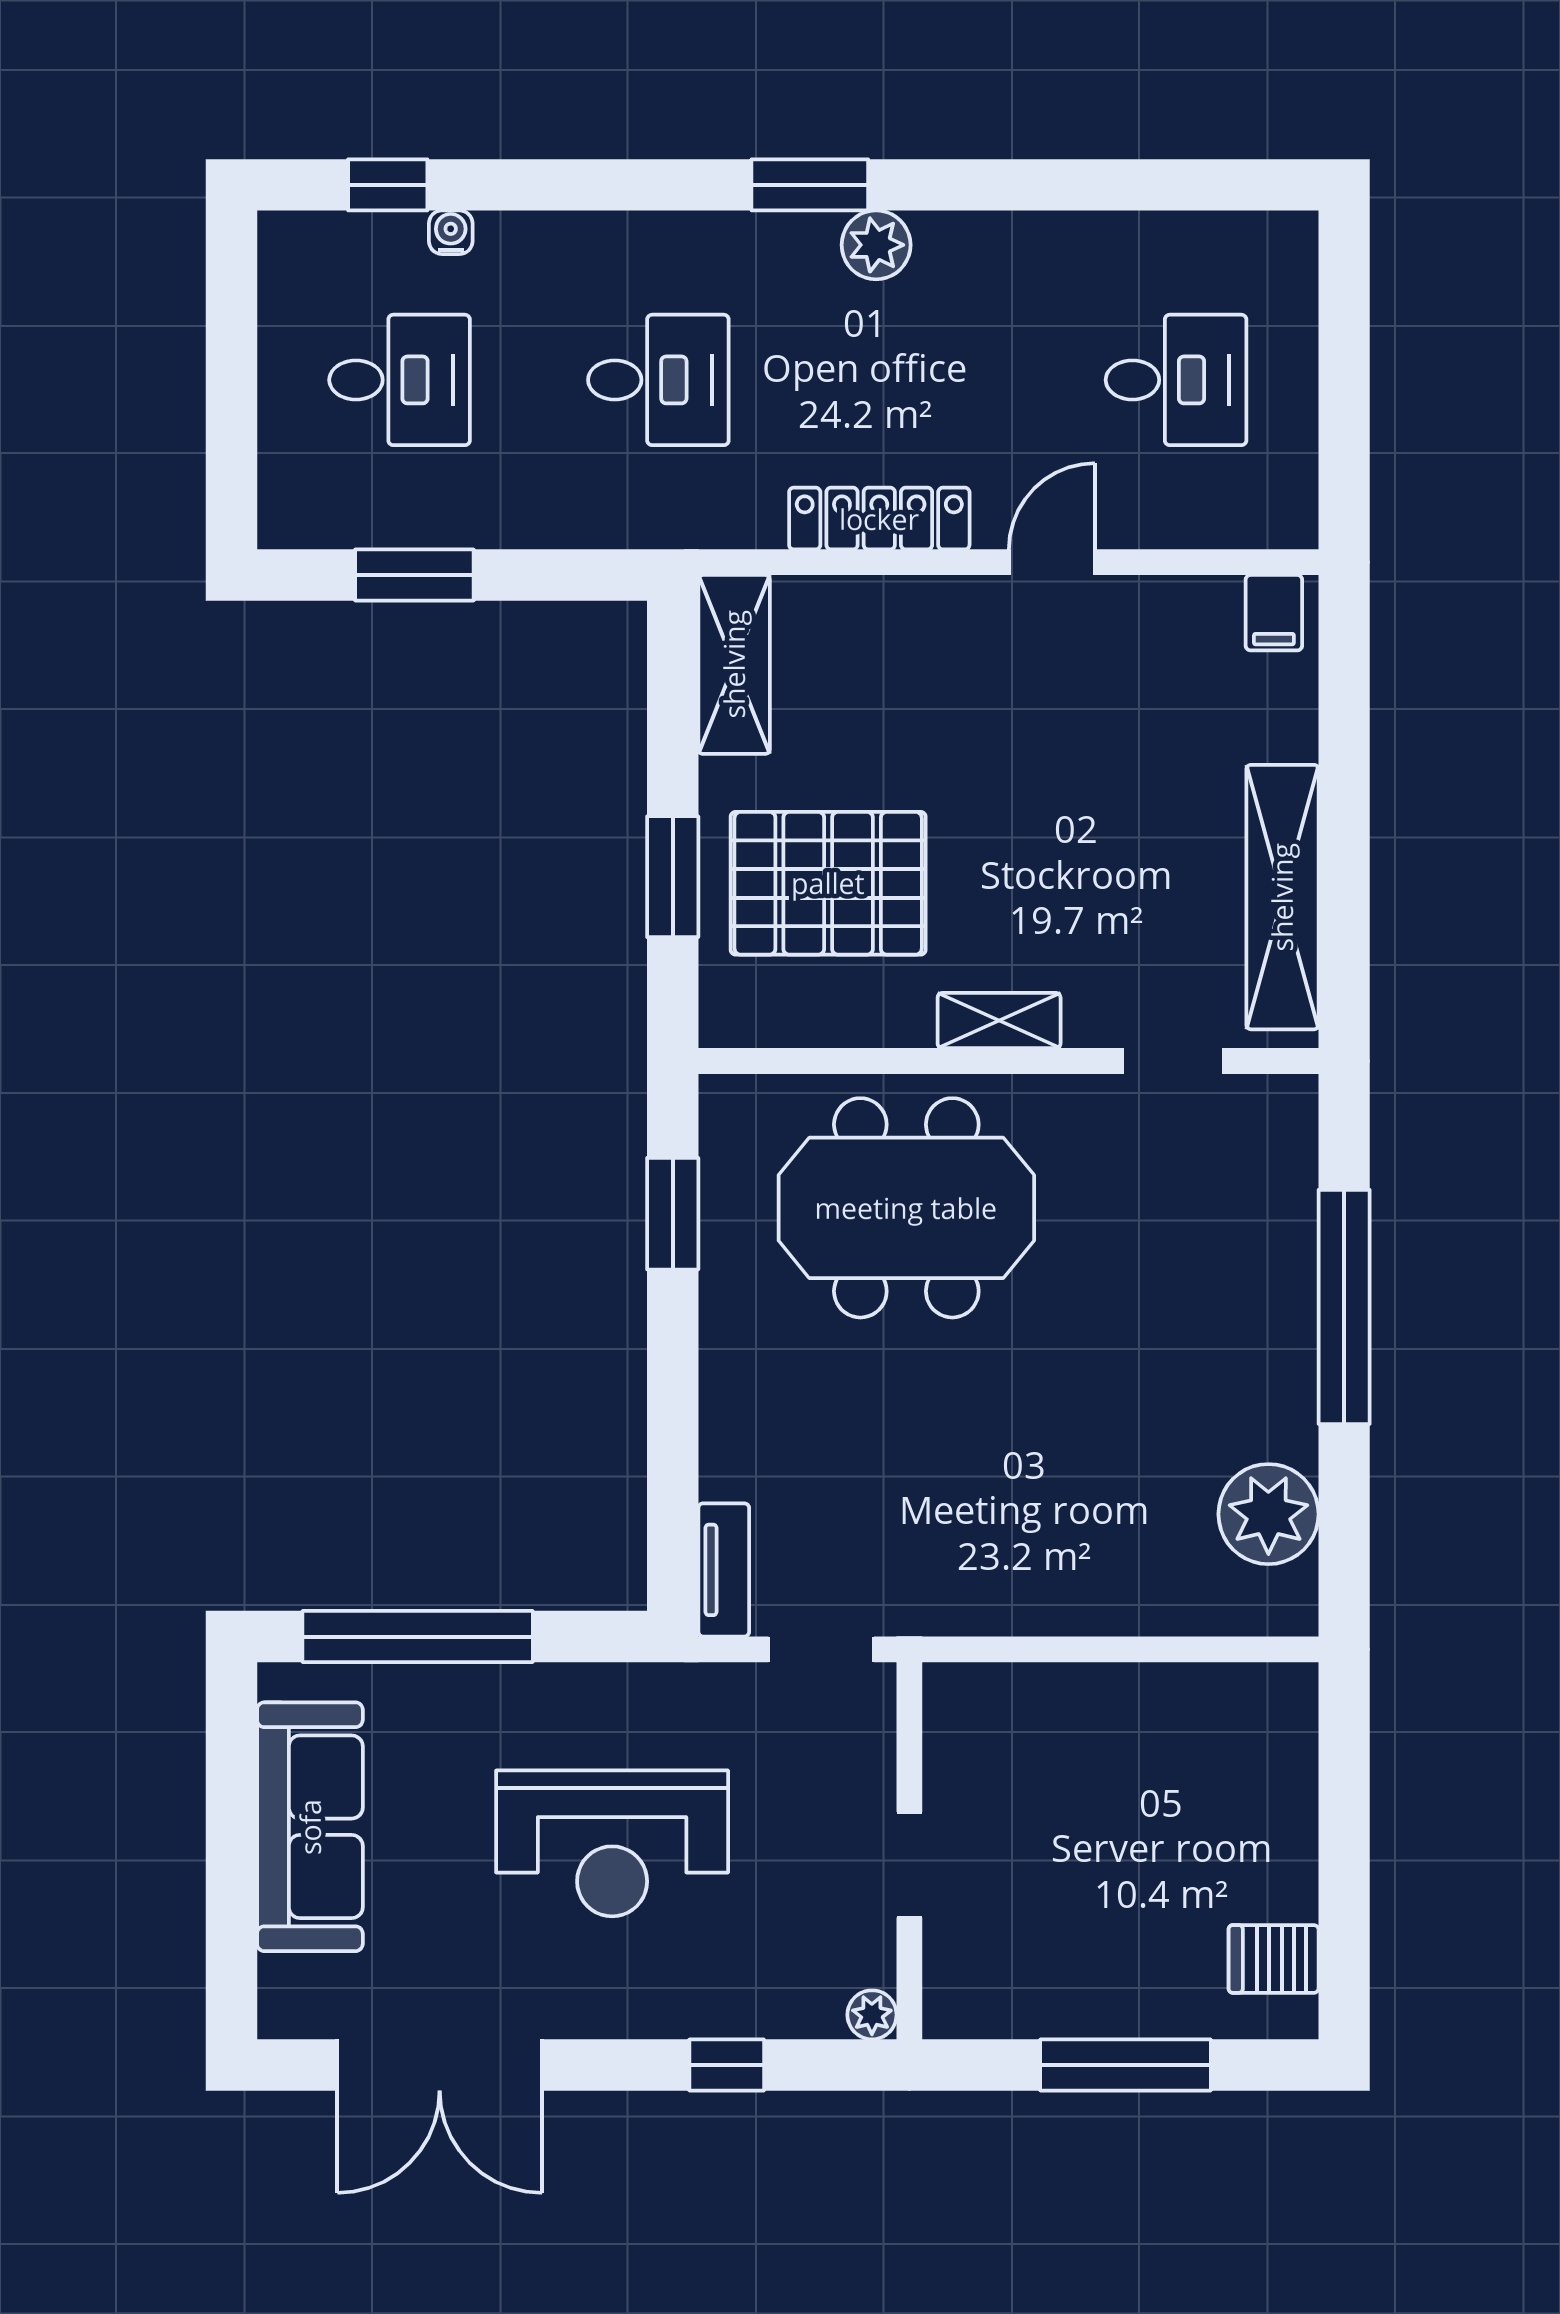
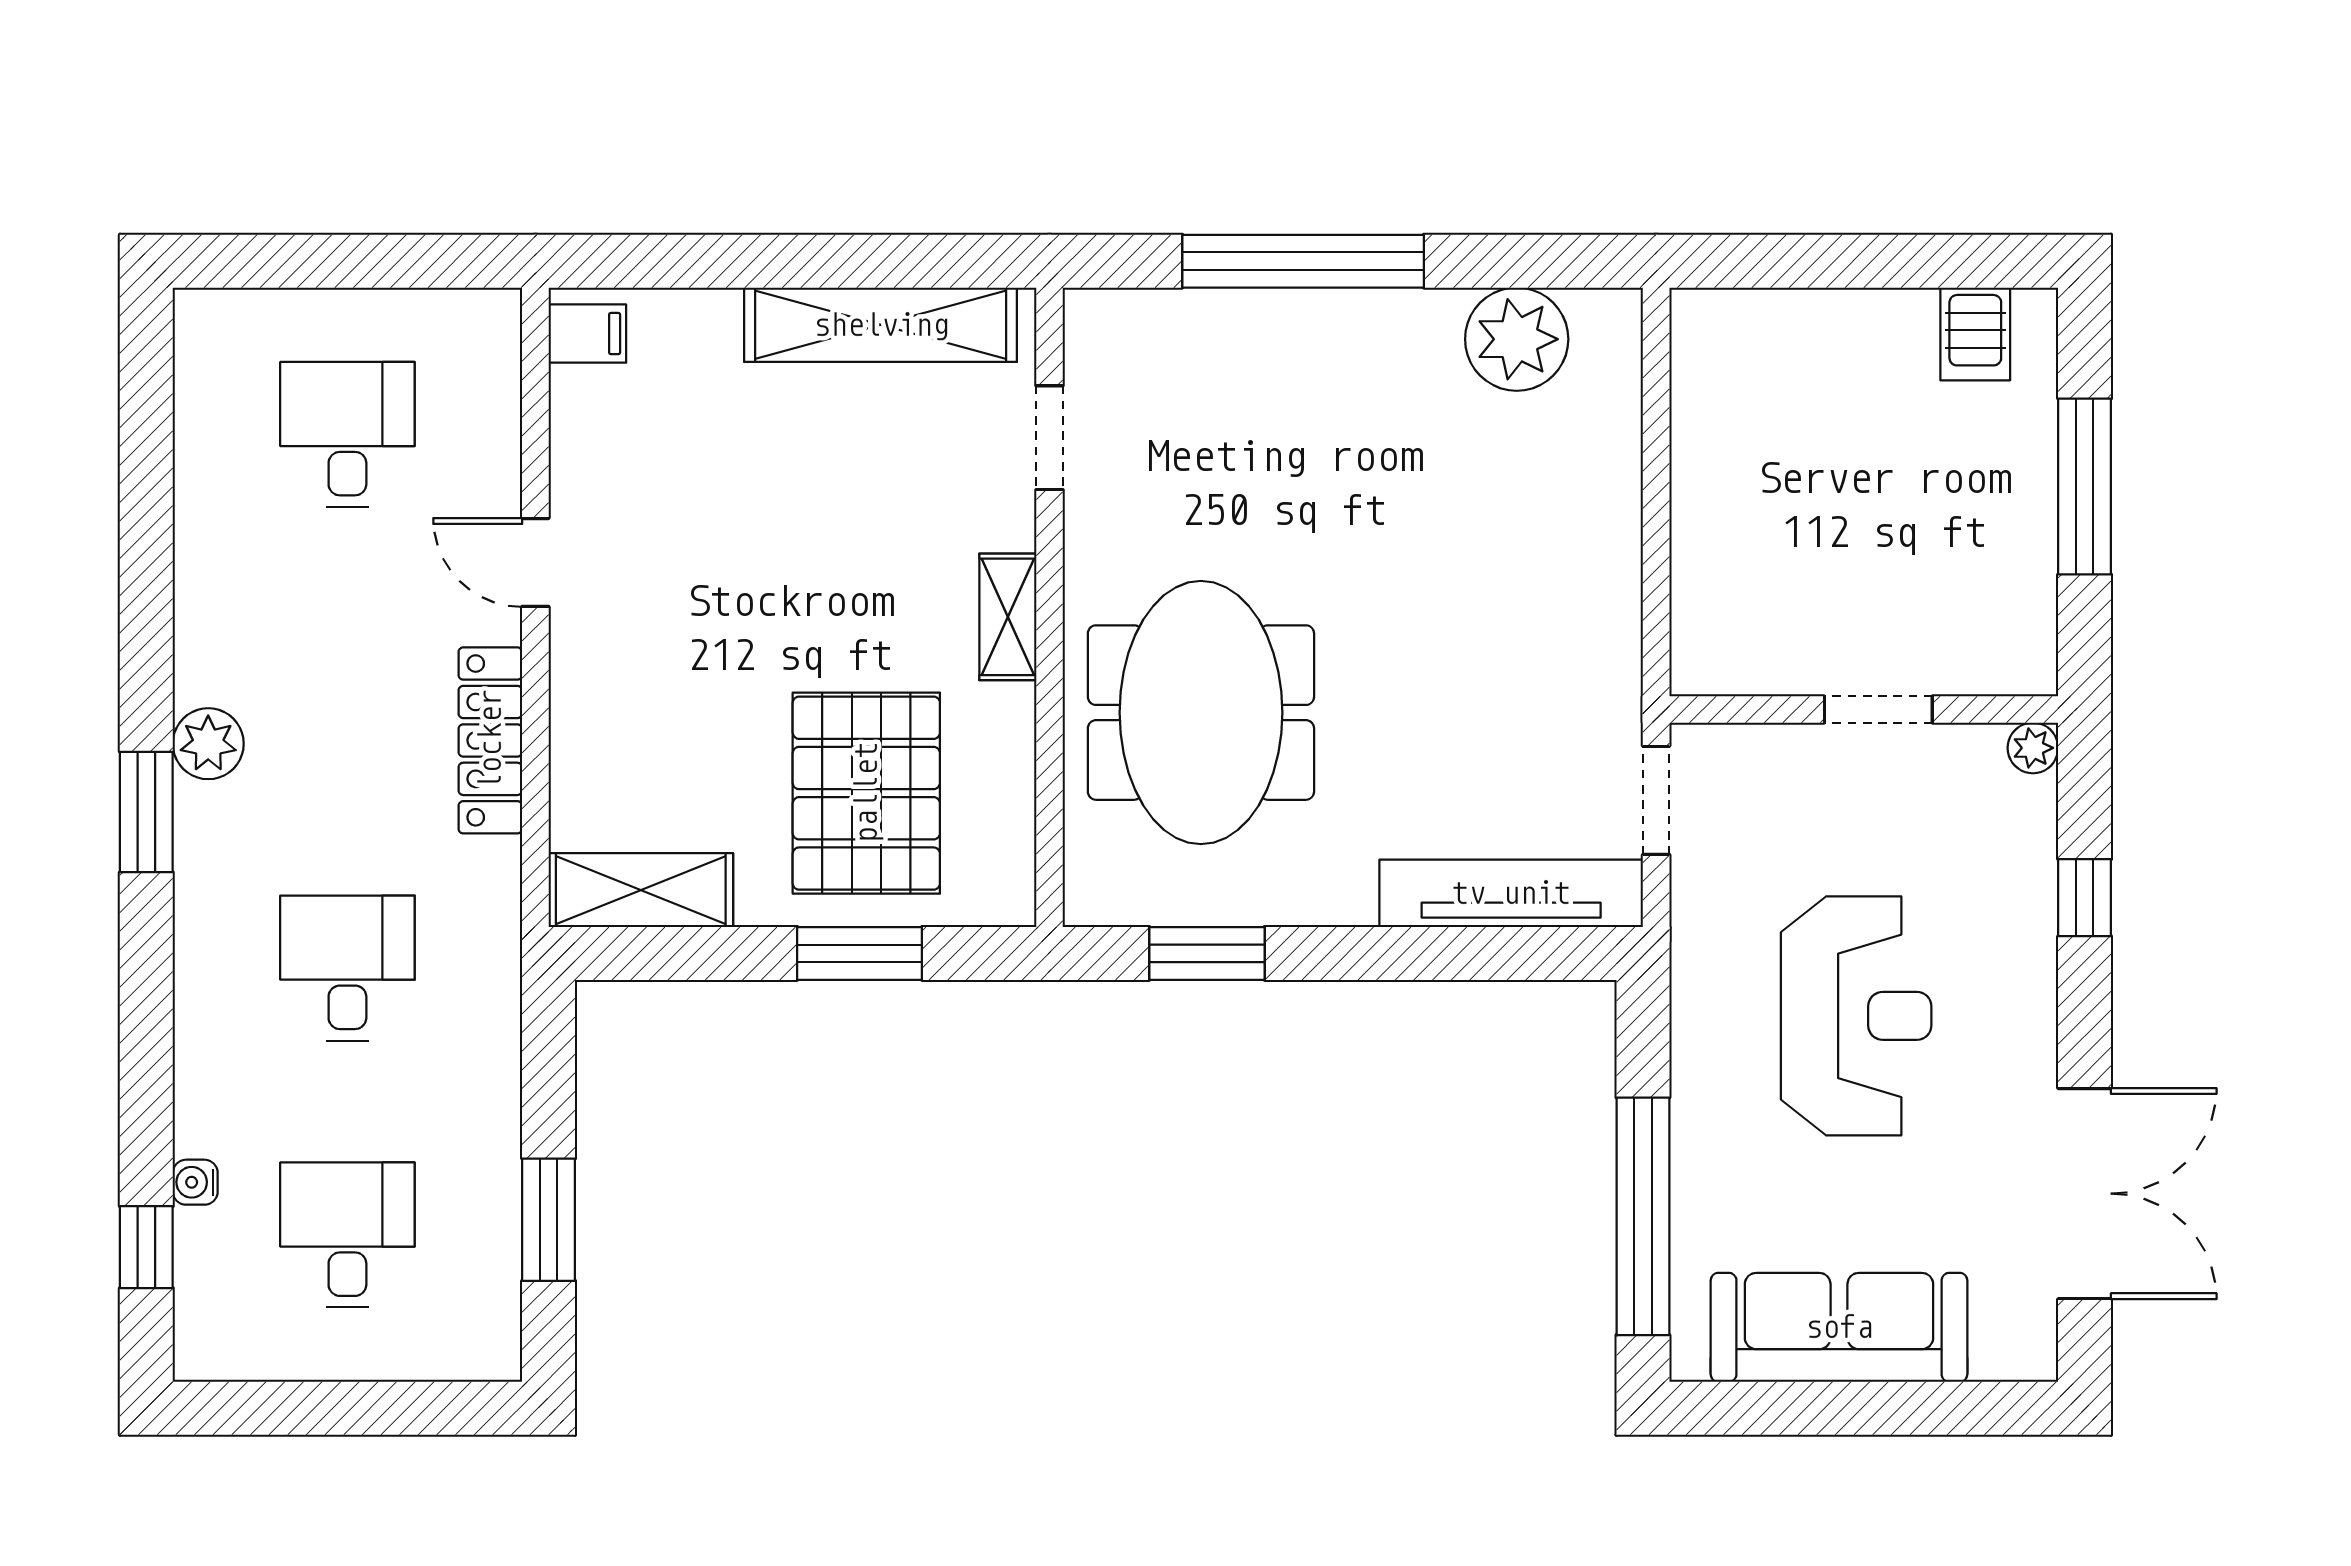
tv unit: (724, 1570) -> (1511, 893), width x1.92, depth x1.29

